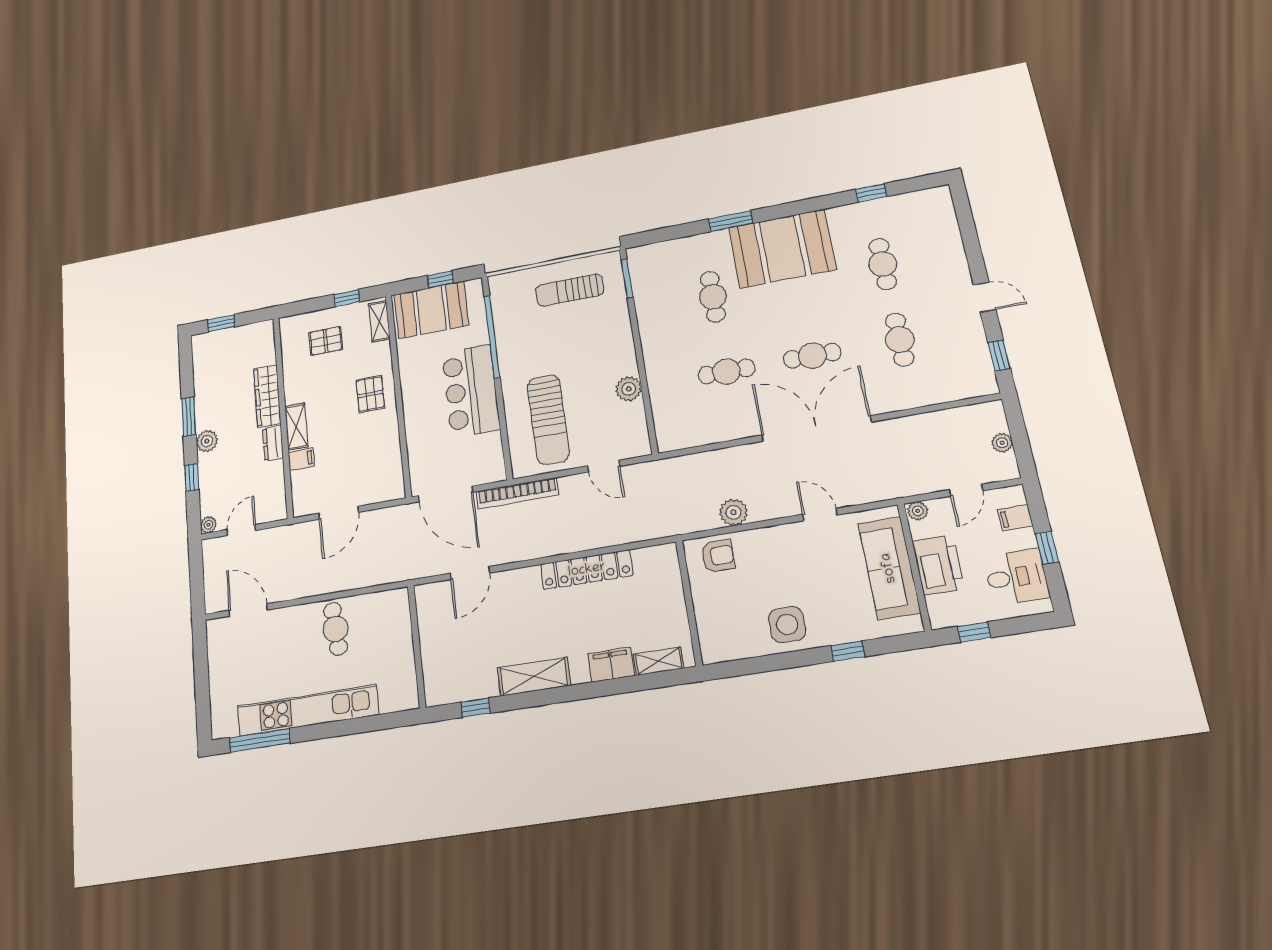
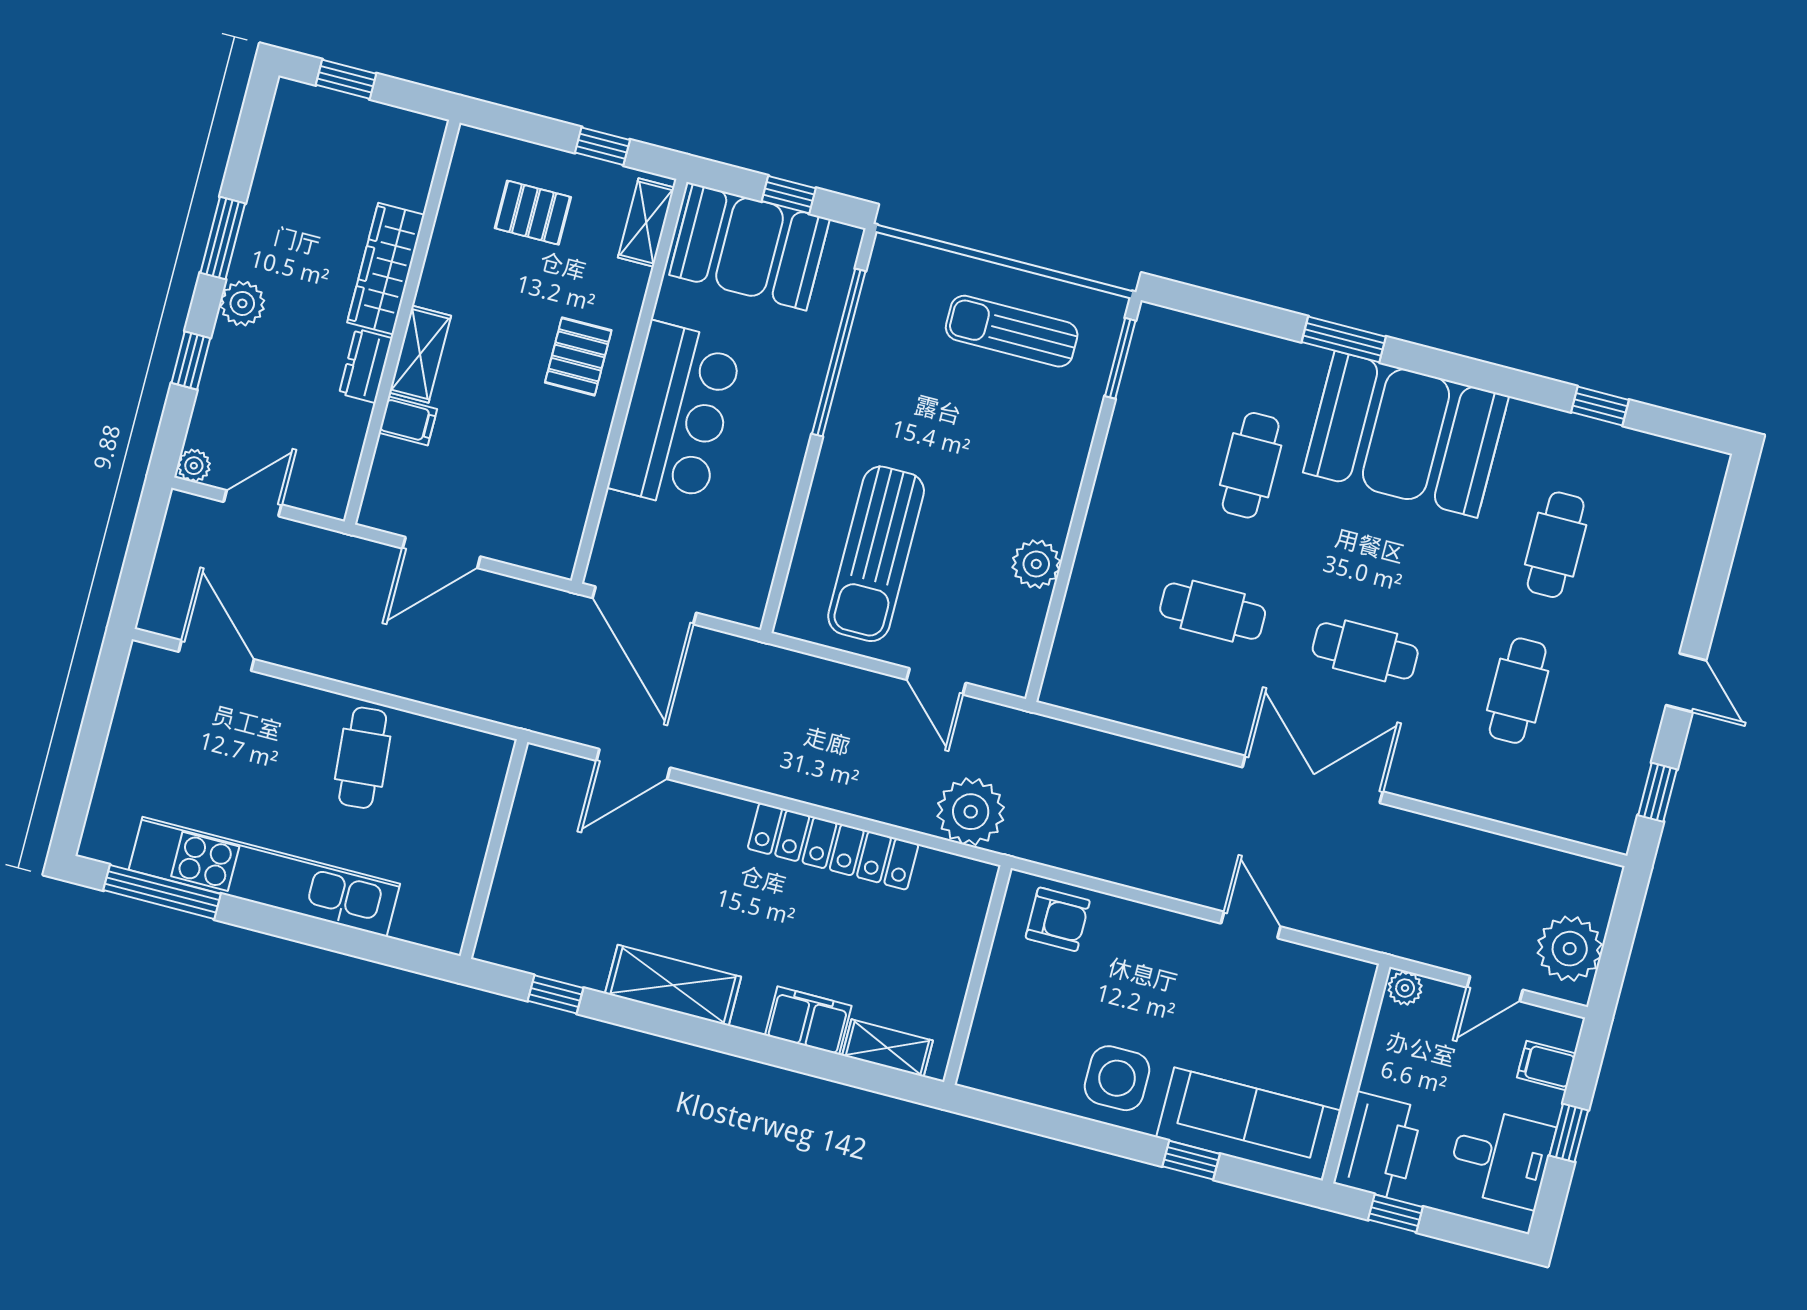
bar counter: (471, 391) -> (676, 416), moved, turned 180
double door: (816, 429) -> (1313, 779), width x0.73
plant: (1002, 443) -> (1570, 949), width x1.88, depth x1.88
bookcase: (517, 493) -> (770, 661), removed
plant: (733, 512) -> (971, 812), moved, width x1.36, depth x1.36
printer: (938, 565) -> (1378, 1146), moved
sofa: (889, 568) -> (1248, 1124), moved, turned 90

